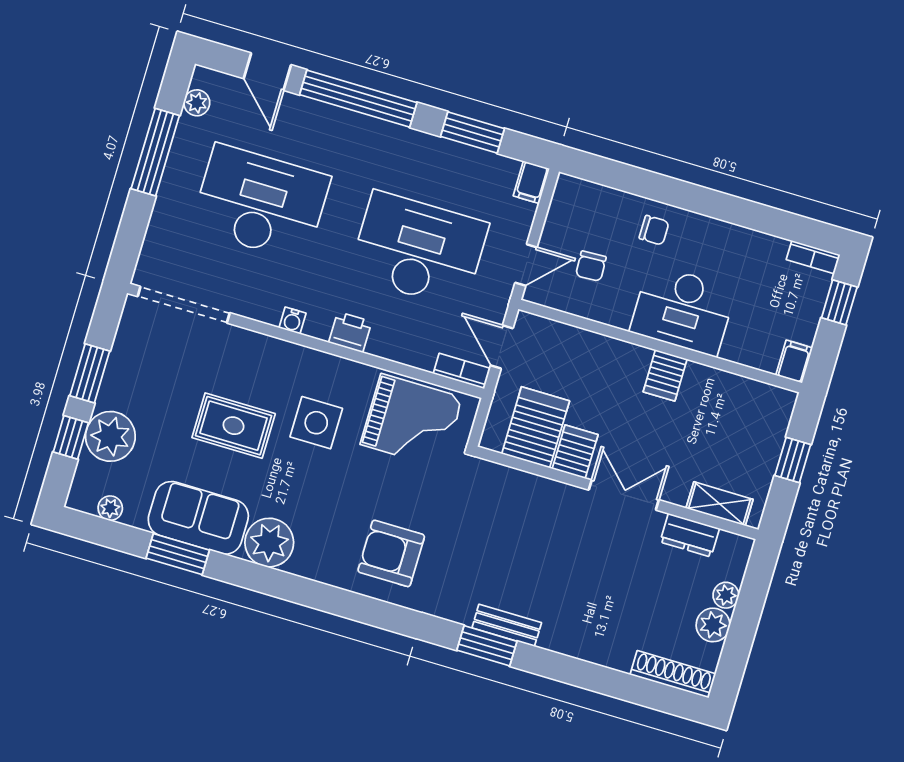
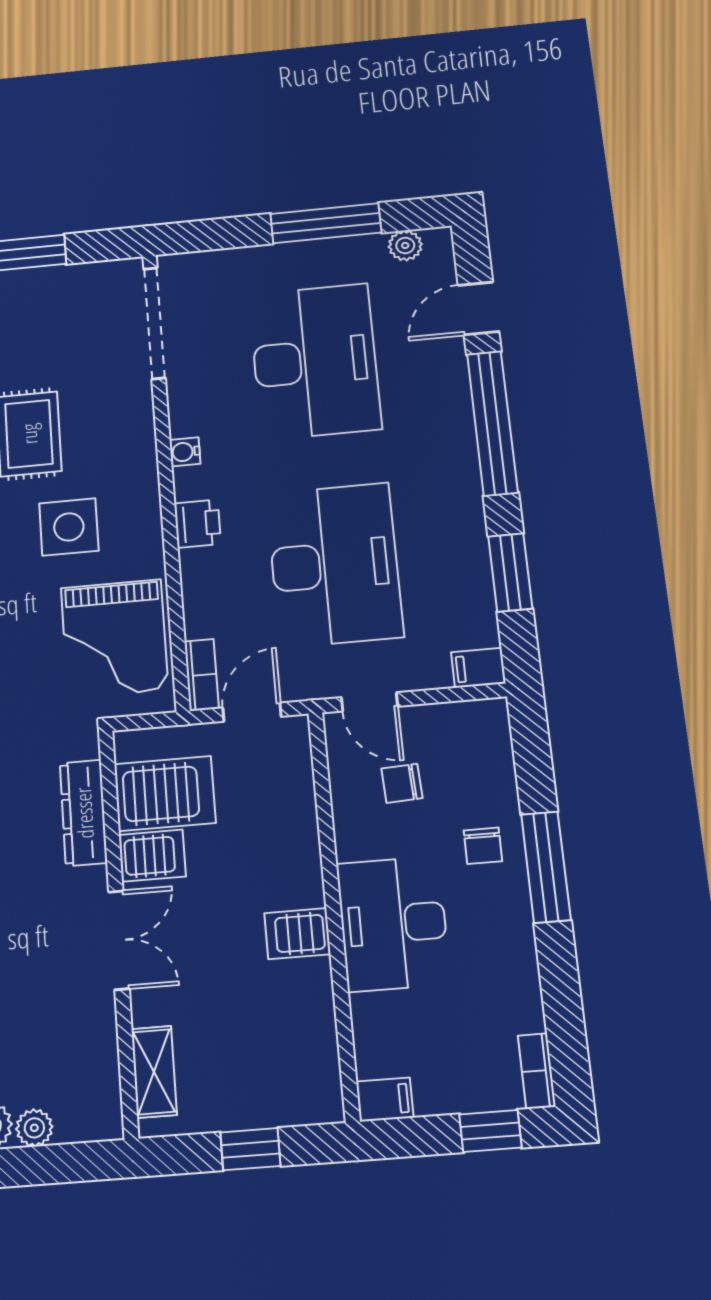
window: (684, 195) -> (546, 867), added
dresser: (690, 535) -> (84, 813), moved, width x1.44

